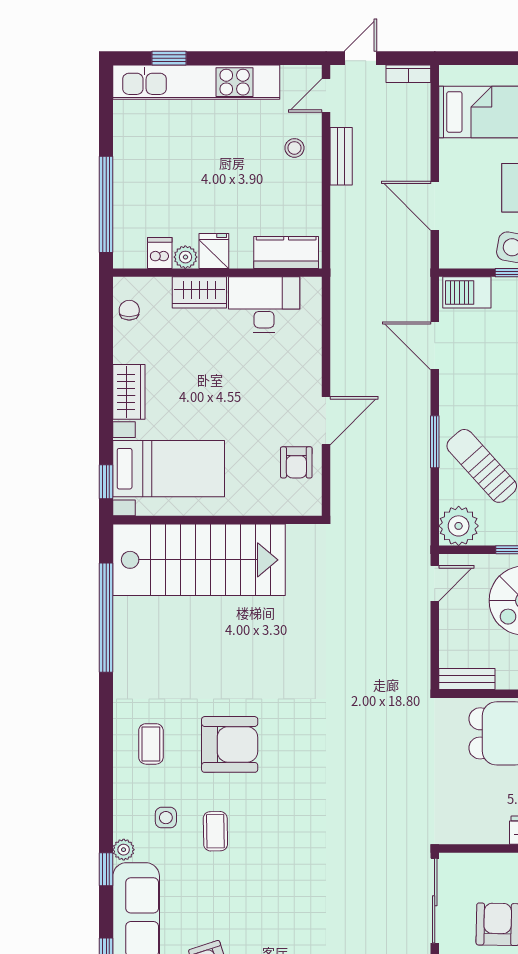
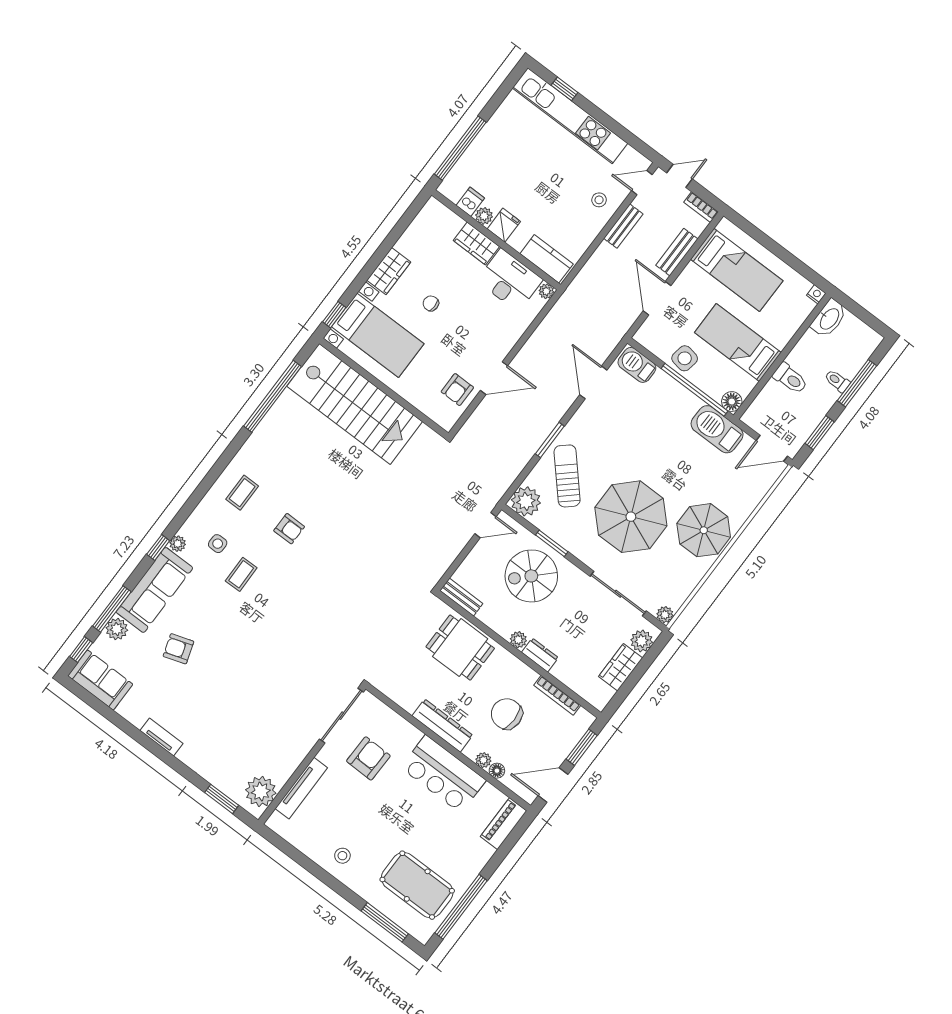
bench: (419, 141) -> (677, 252), added
plant: (312, 287) -> (546, 291), added
chair: (129, 310) -> (431, 303), moved, turned -90
armchair: (230, 744) -> (289, 529), width x0.53, depth x0.53

